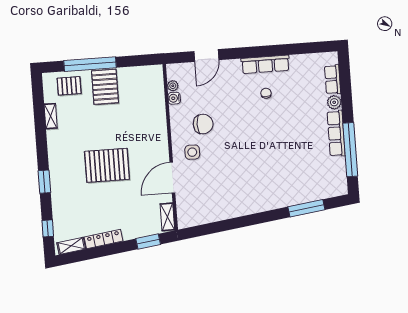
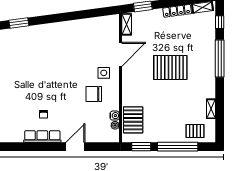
door: (206, 56) -> (75, 147), moved
window: (137, 61) -> (141, 147), added
pallet: (105, 87) -> (133, 120), moved
window: (44, 182) -> (220, 59), width x2.11
window: (306, 208) -> (19, 23), width x0.69

